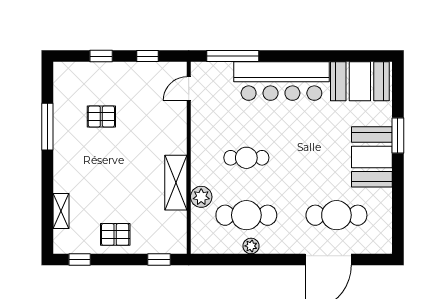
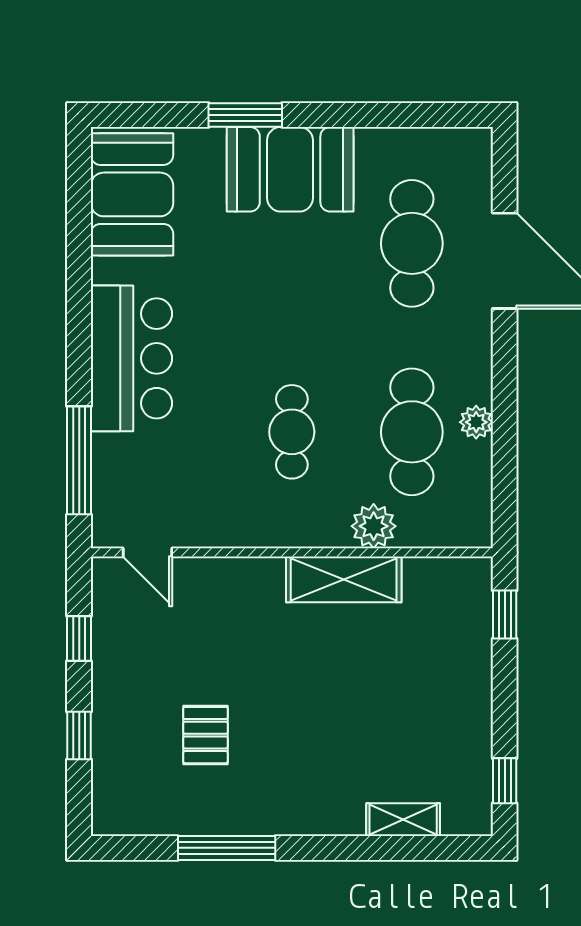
bar counter: (281, 81) -> (131, 358), width x0.73
pallet: (115, 234) -> (452, 706), removed

